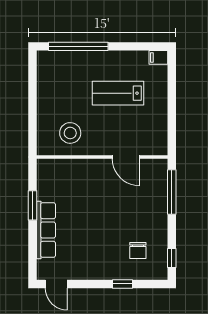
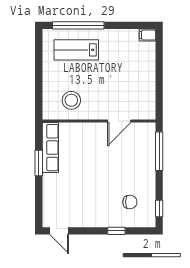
lab bench: (118, 93) -> (76, 50), moved
door: (126, 157) -> (119, 121), hinge flipped
row of seats: (46, 230) -> (50, 148), moved
chair: (138, 251) -> (130, 202), turned -90

